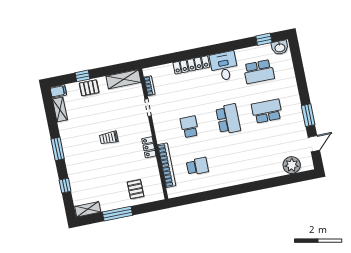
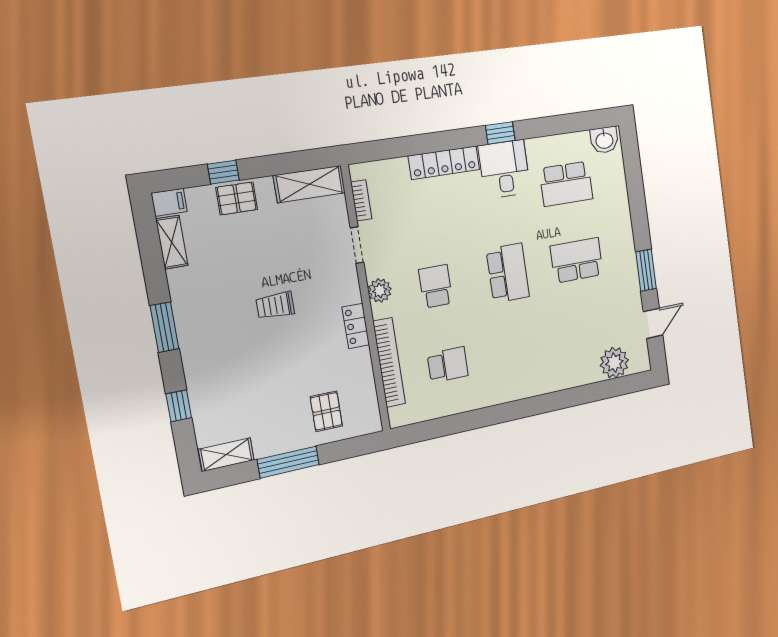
window: (264, 39) -> (500, 133), moved
plant: (160, 129) -> (380, 290), added

